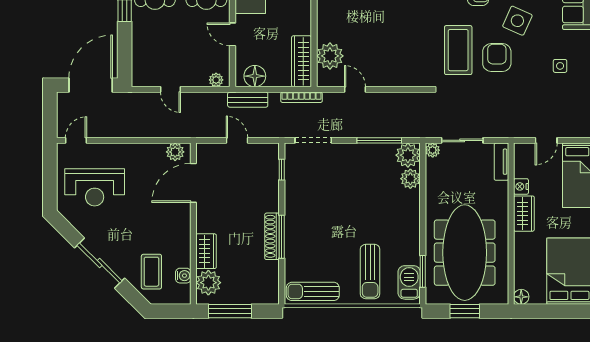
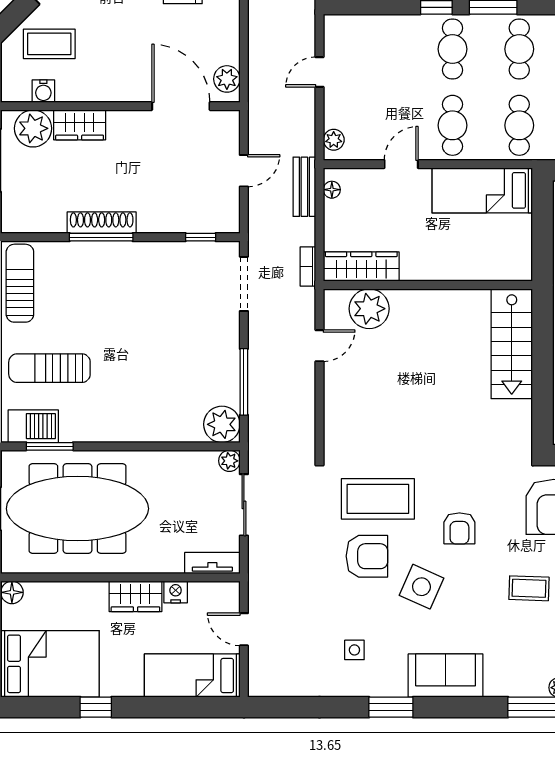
floor lamp: (255, 76) -> (332, 190), width x0.53, depth x0.53
bookcase: (302, 97) -> (308, 266), width x0.64
plant: (410, 179) -> (187, 428), removed

